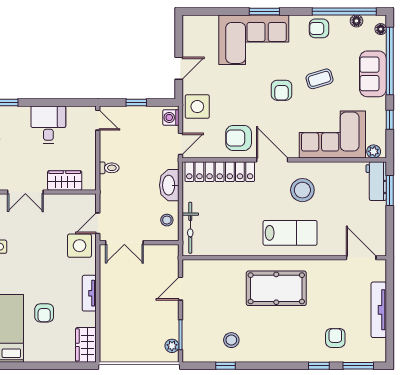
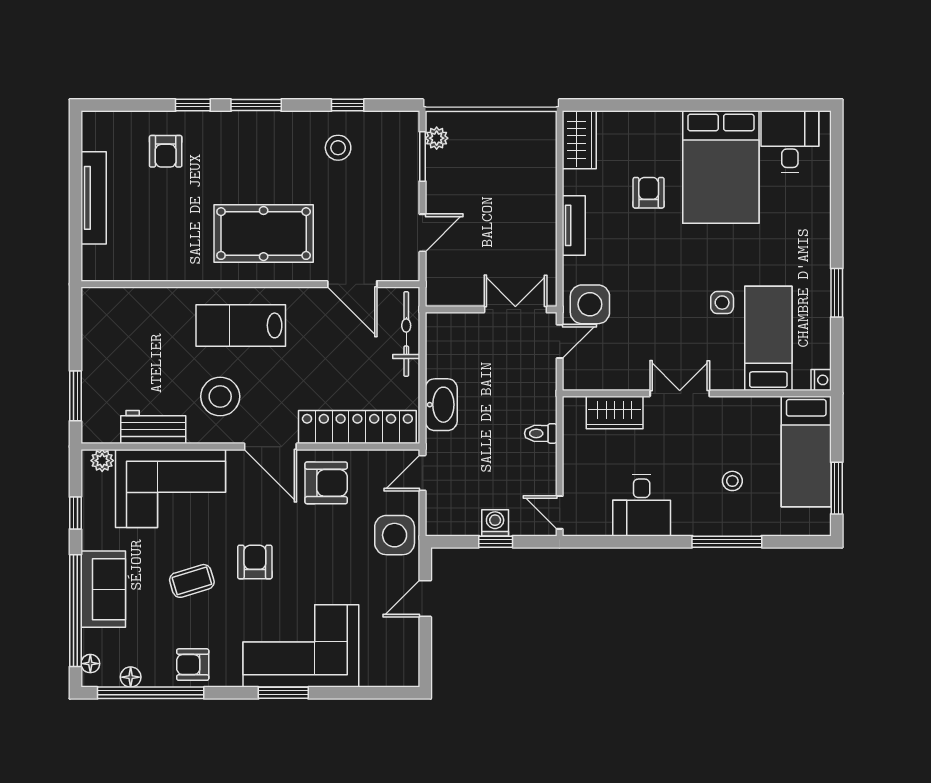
armchair: (319, 28) -> (193, 665), turned 180
washing machine: (171, 117) -> (495, 523), moved, turned -90
workbench: (376, 181) -> (153, 427), moved, turned -90
stool: (167, 220) -> (445, 347), removed
door: (361, 258) -> (352, 284), moved
window: (358, 366) -> (256, 105), moved

